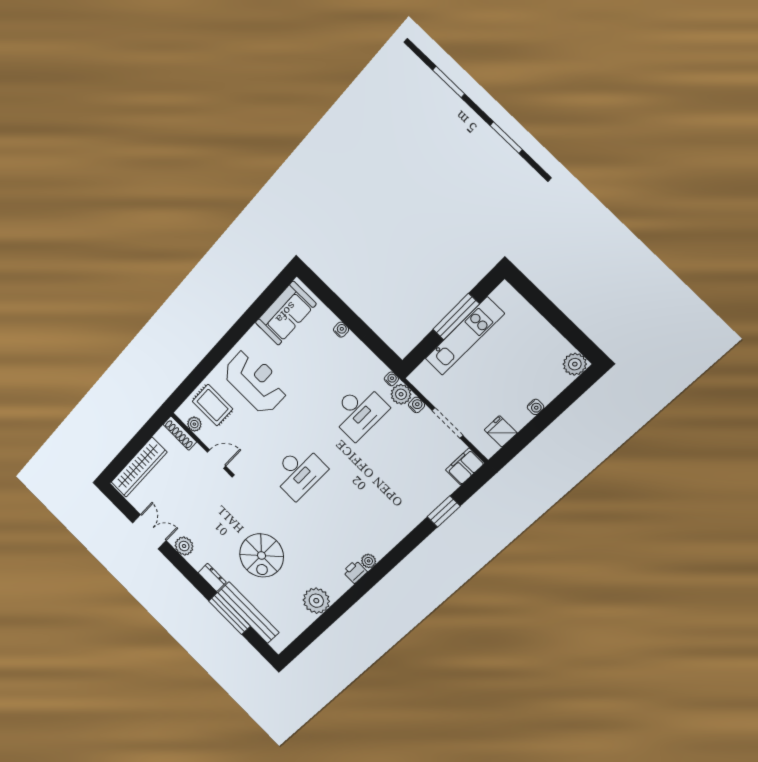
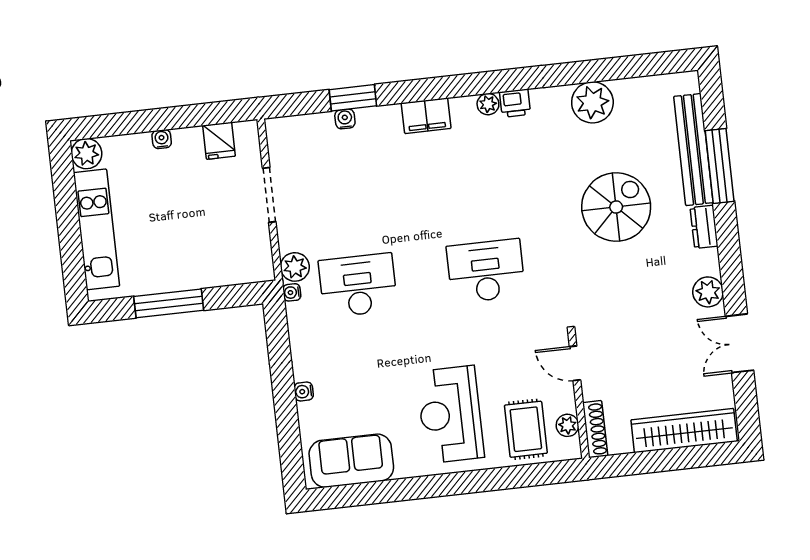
kitchen unit: (464, 336) -> (96, 229), moved, turned 90
water cooler: (417, 405) -> (345, 119), moved, turned 90
filing cabinet: (465, 467) -> (426, 116), moved

